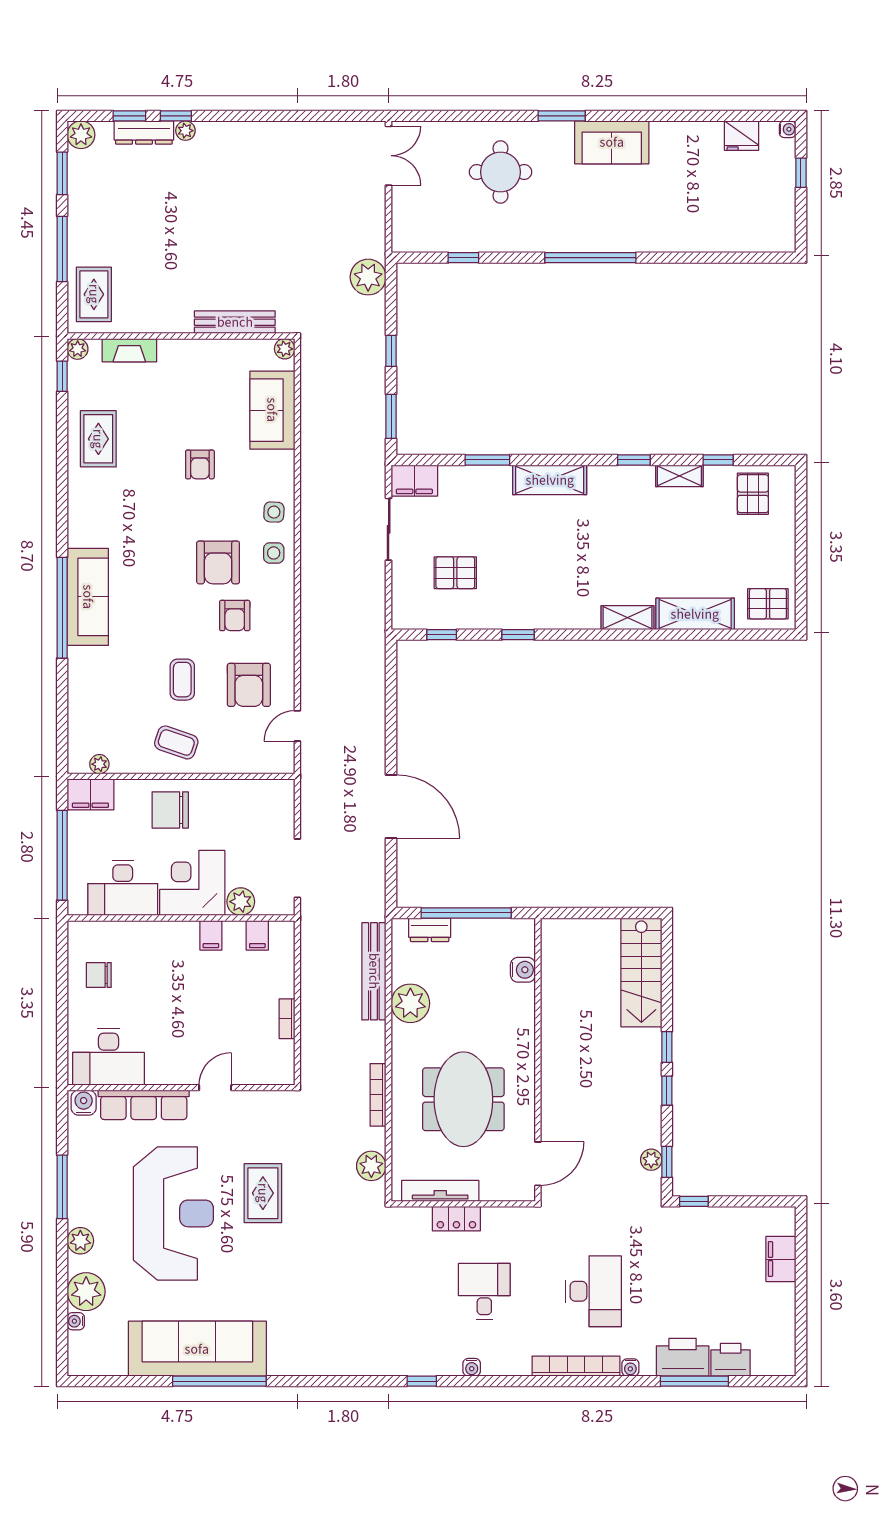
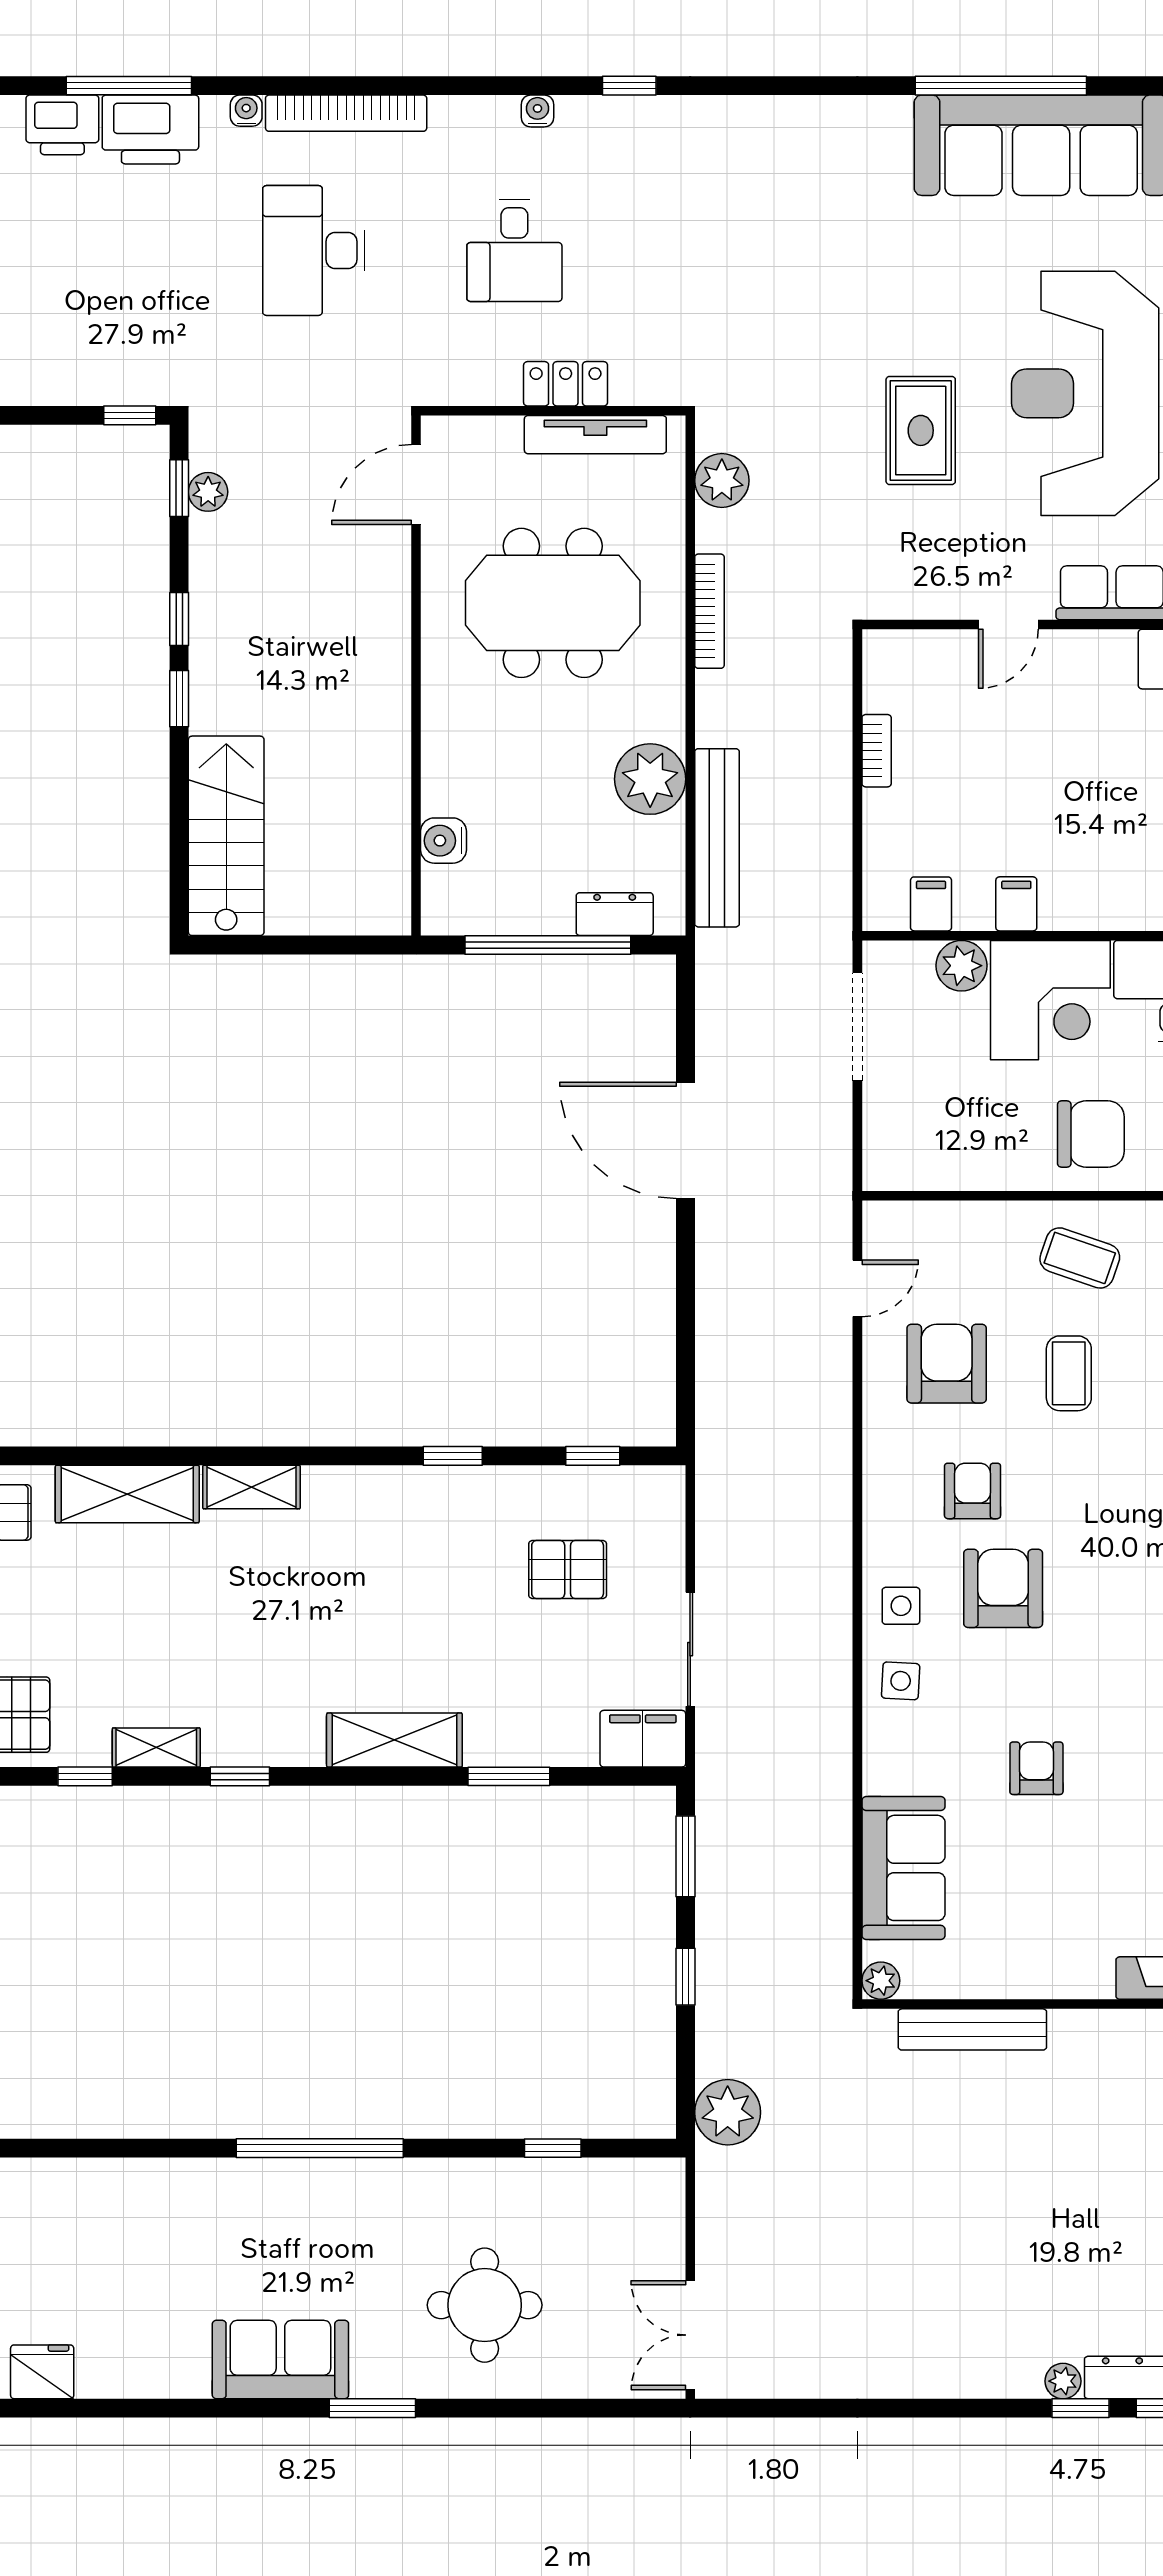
meeting table: (463, 1099) -> (553, 603), turned 90

